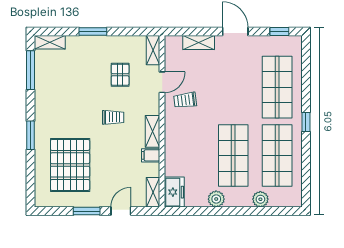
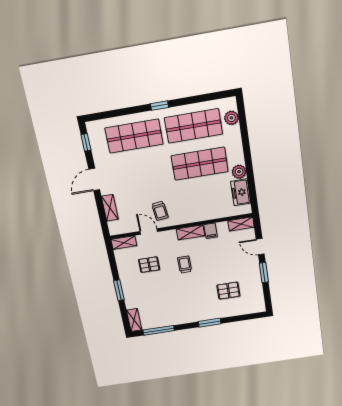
pallet: (70, 165) -> (228, 291), width x0.49, depth x0.50
freezer: (174, 192) -> (241, 192), moved, turned -90
plant: (260, 199) -> (231, 118), moved

